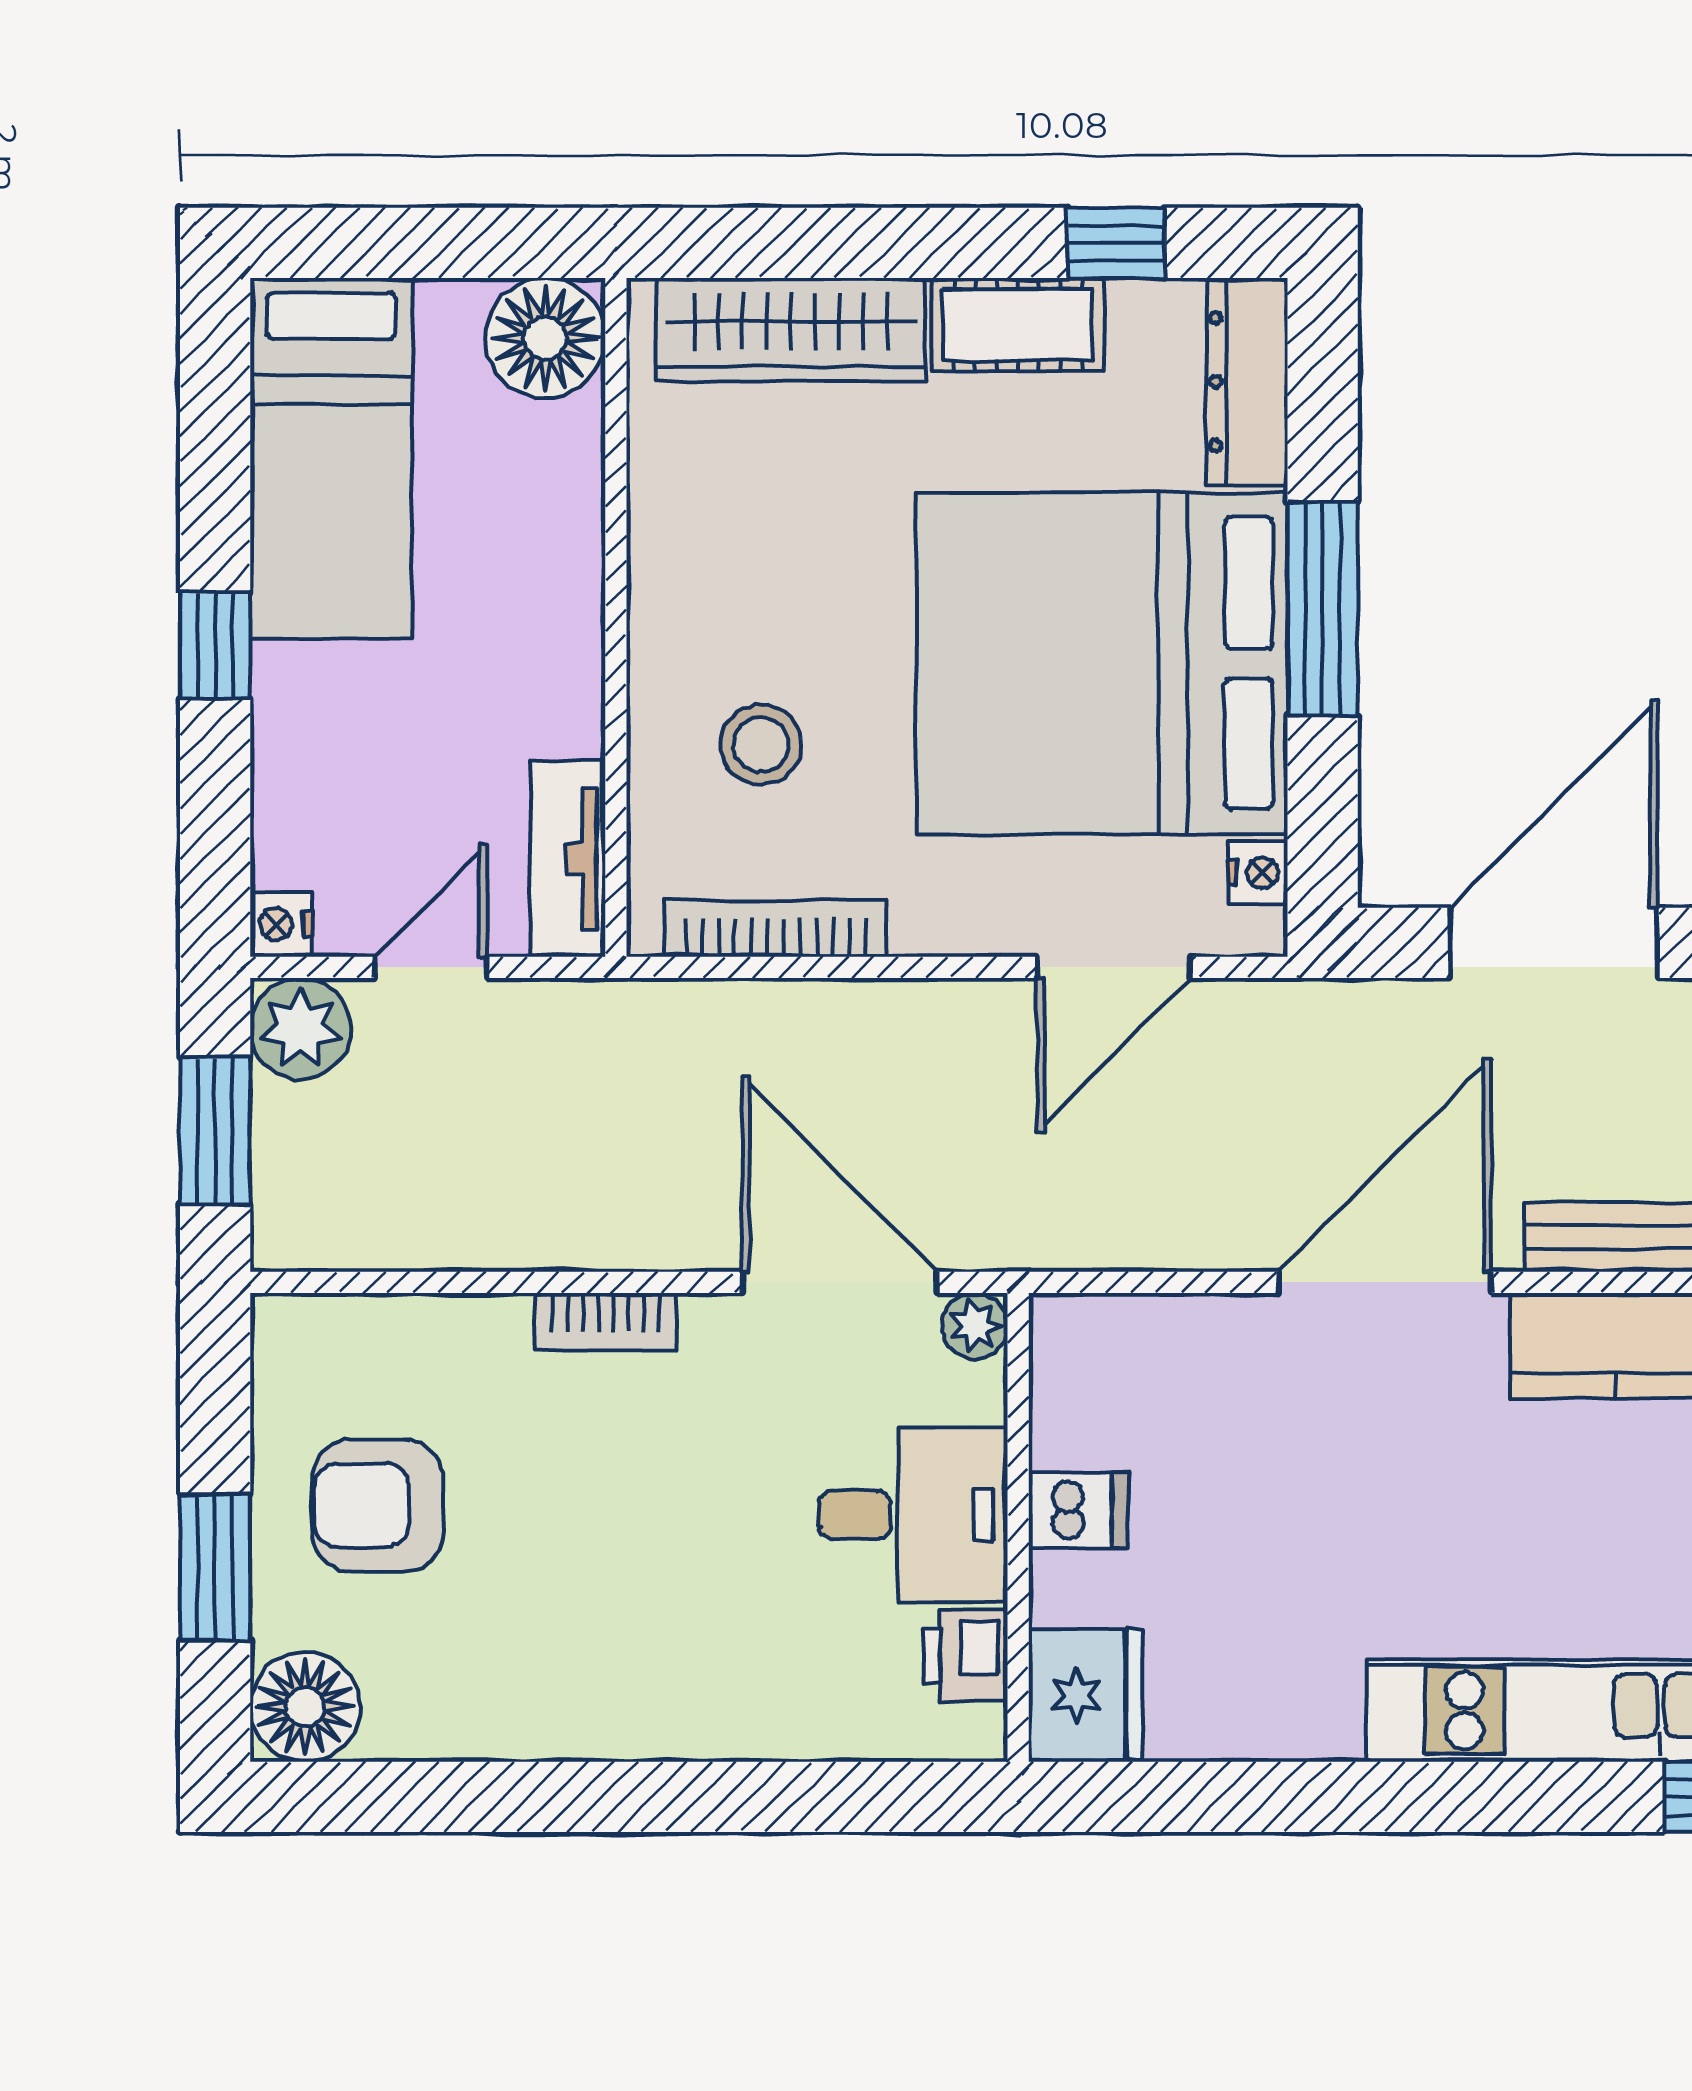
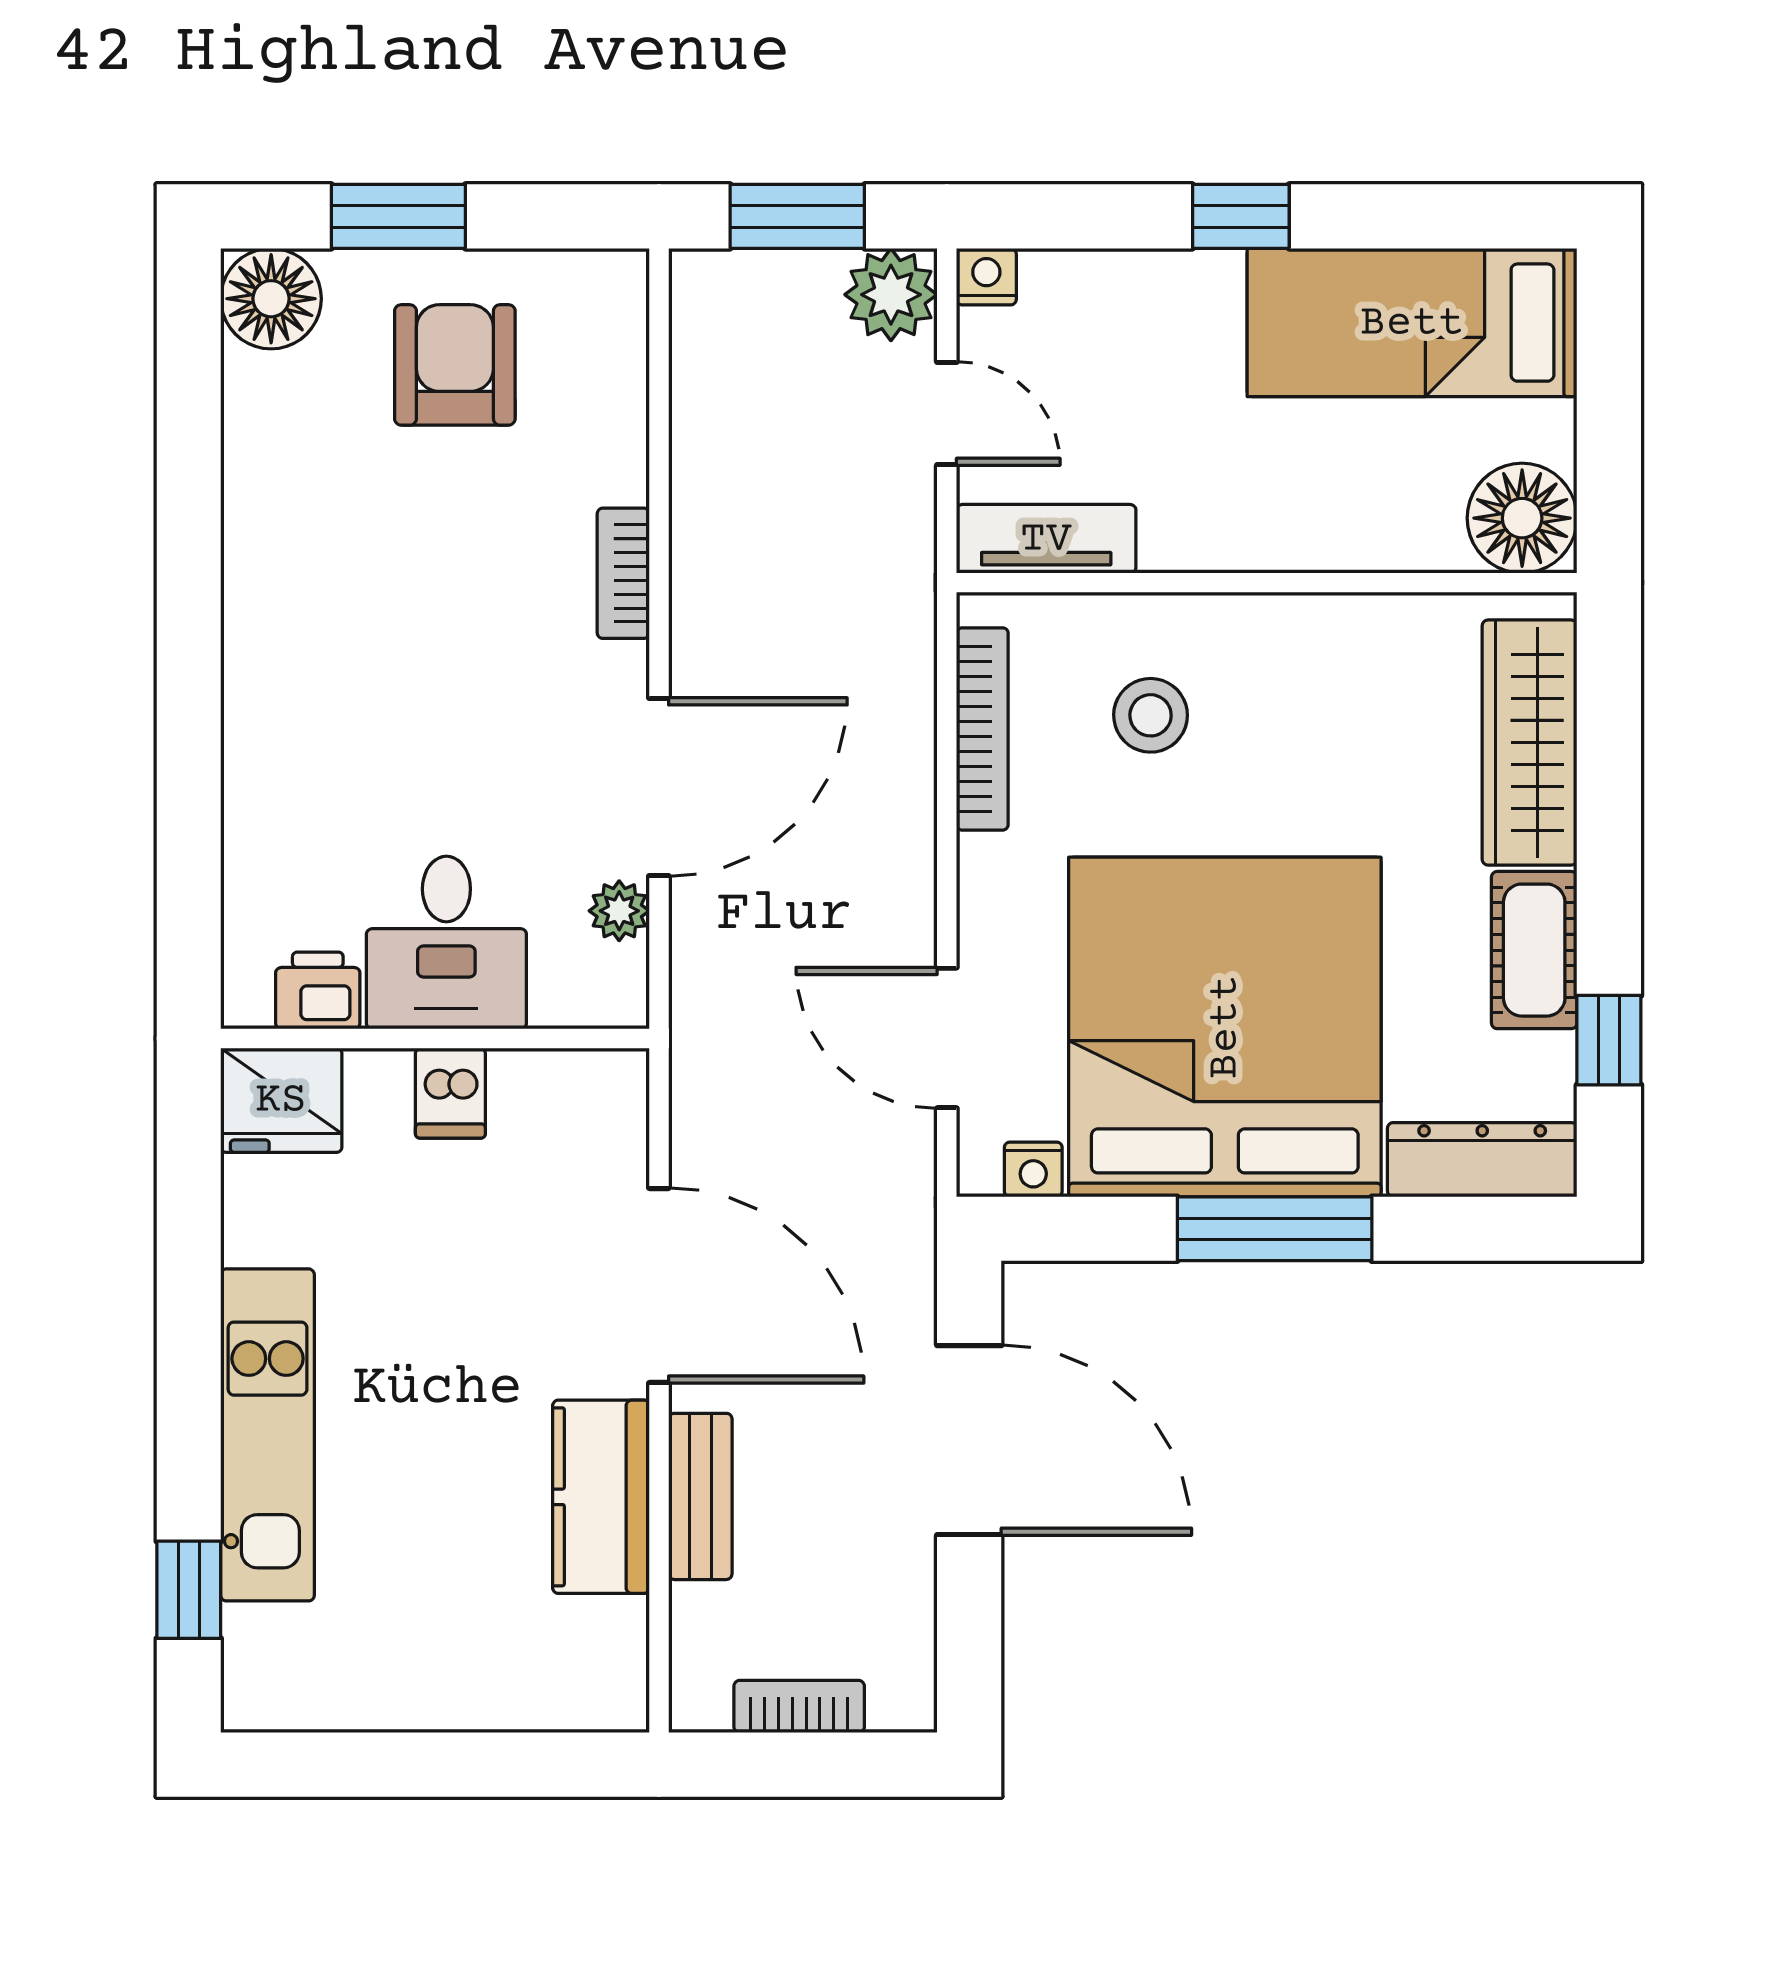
dishwasher: (1078, 1510) -> (450, 1093), moved
desk: (913, 1515) -> (446, 943), moved
wall: (1018, 1527) -> (435, 1038), moved
printer: (966, 1656) -> (318, 990), moved
fridge: (1086, 1695) -> (281, 1100), moved

